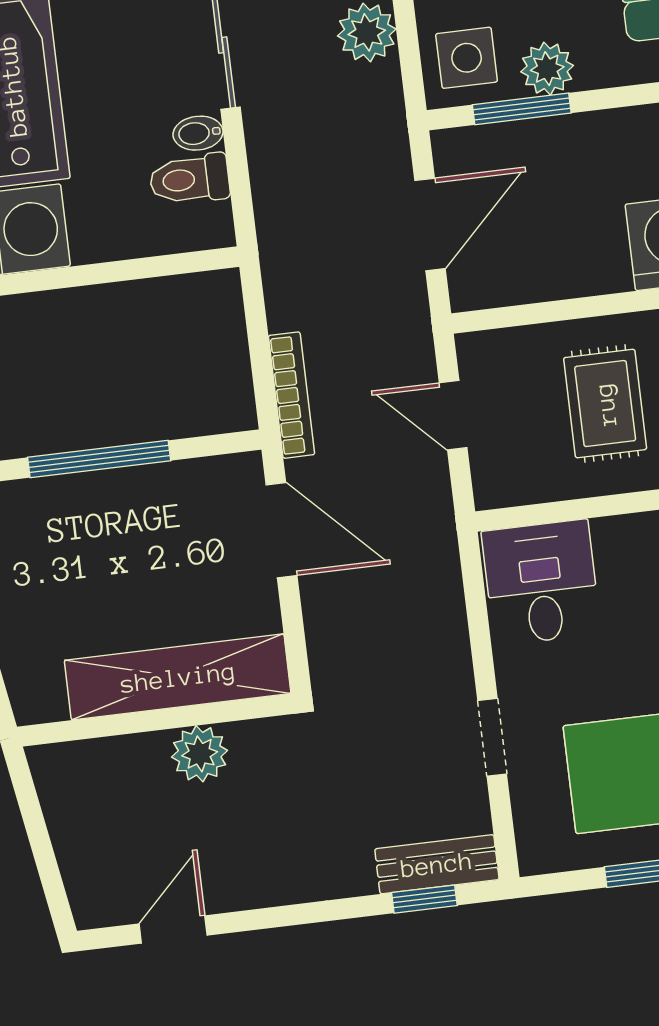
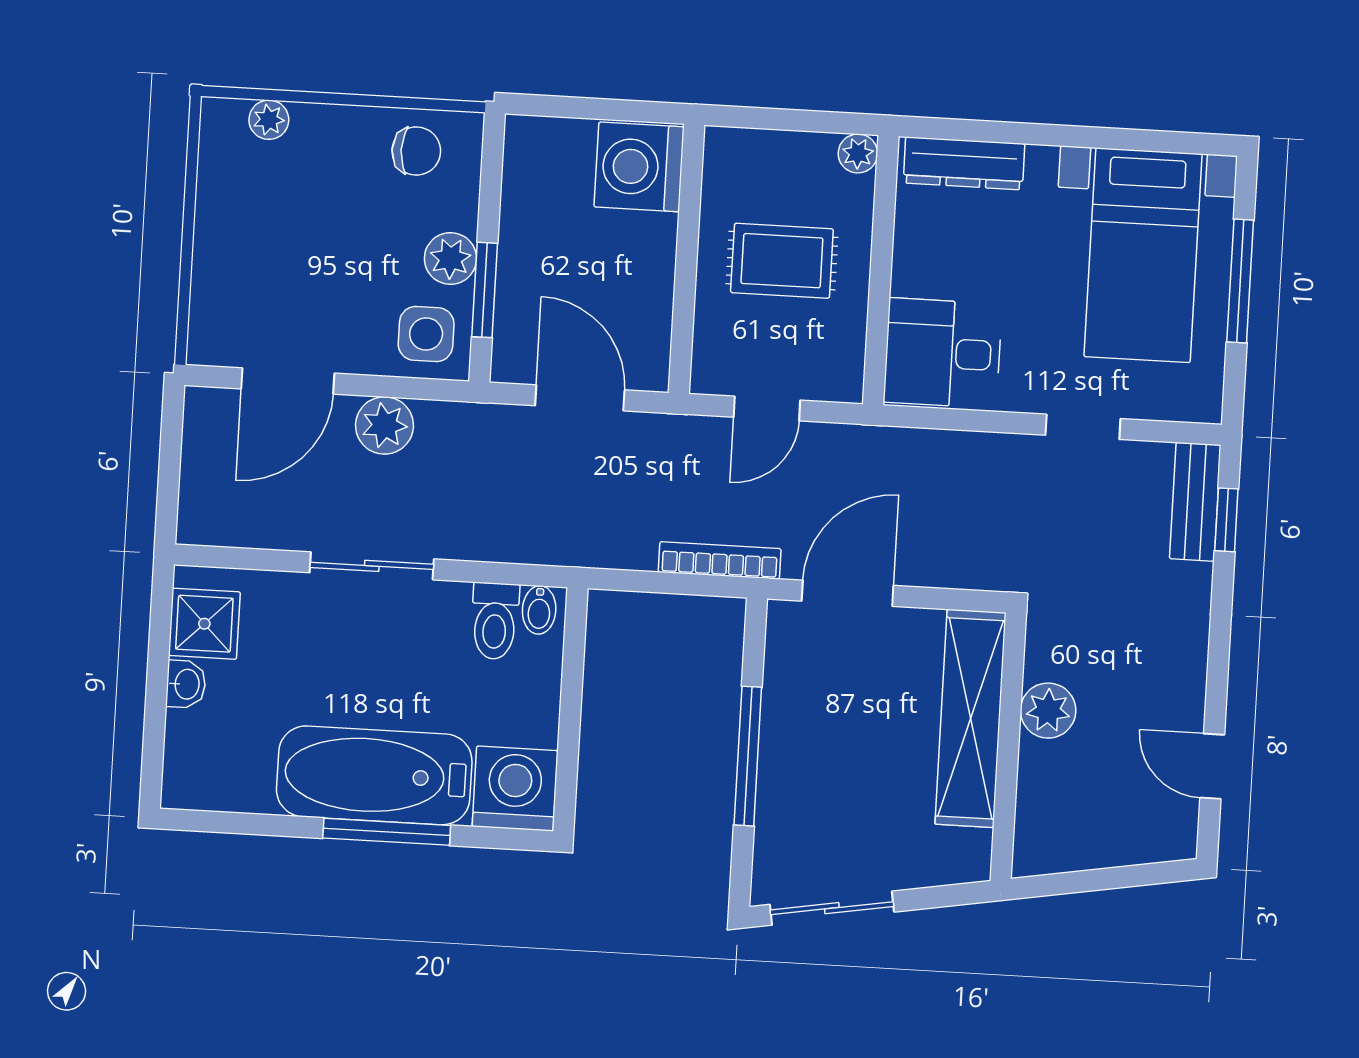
bidet: (198, 133) -> (539, 610), moved

